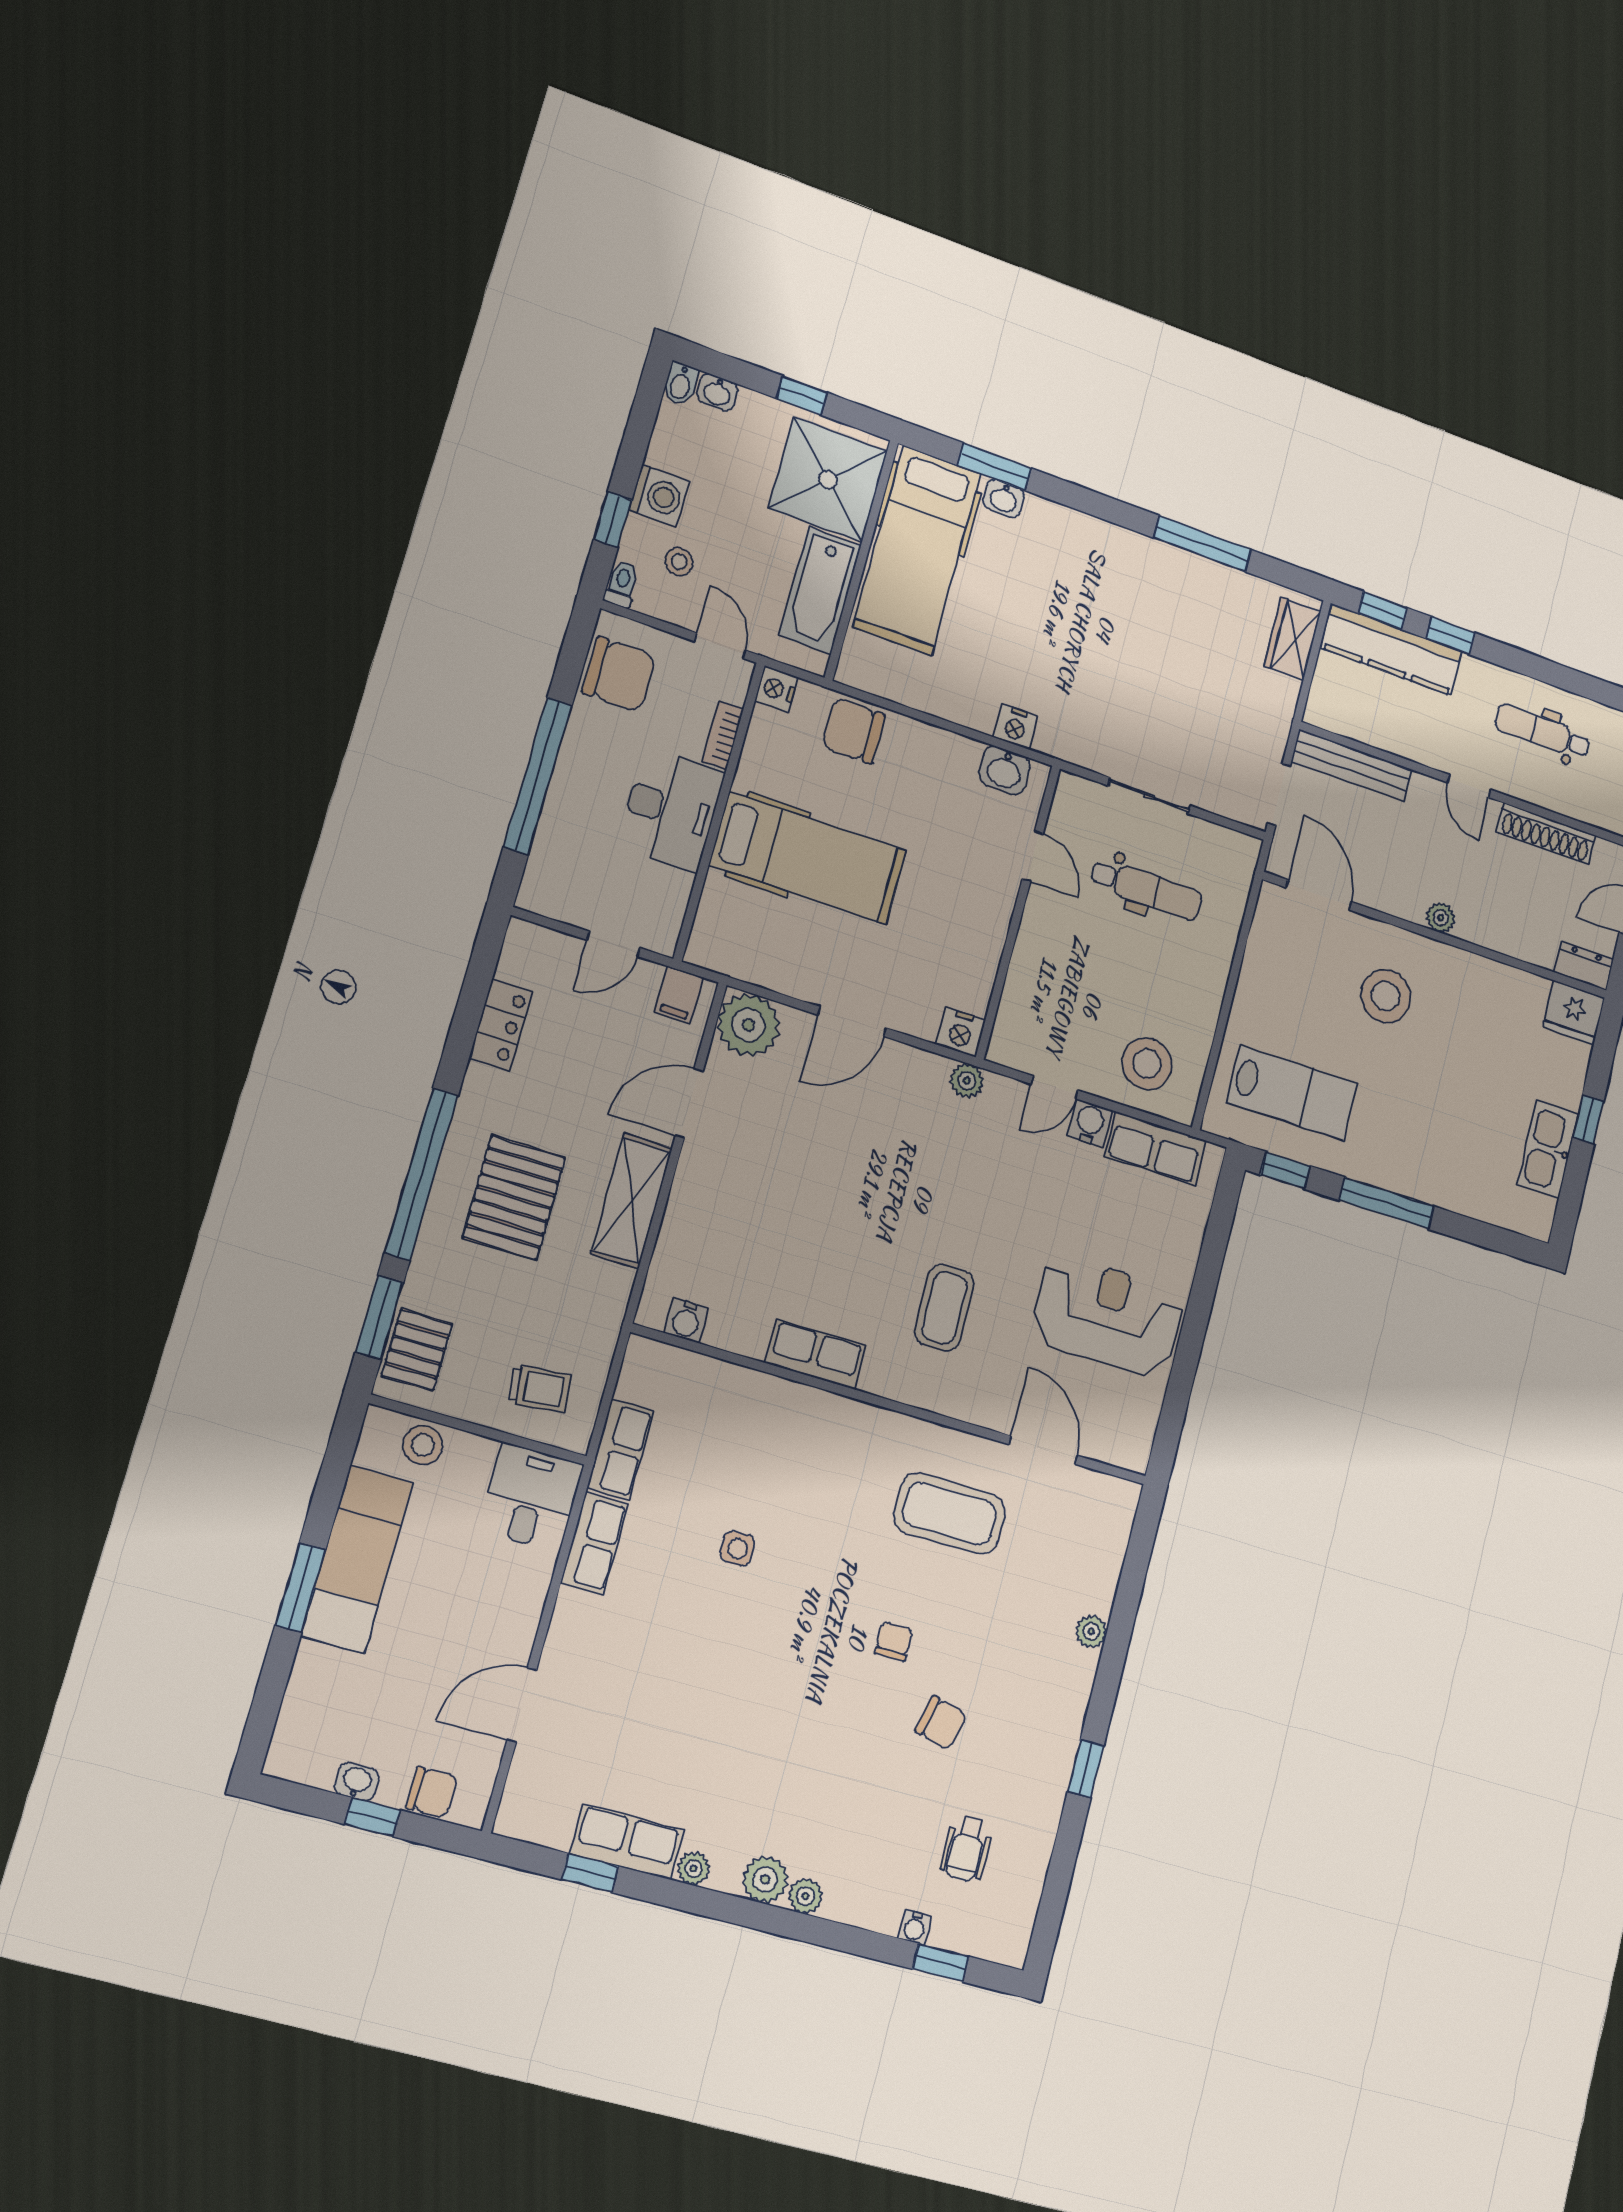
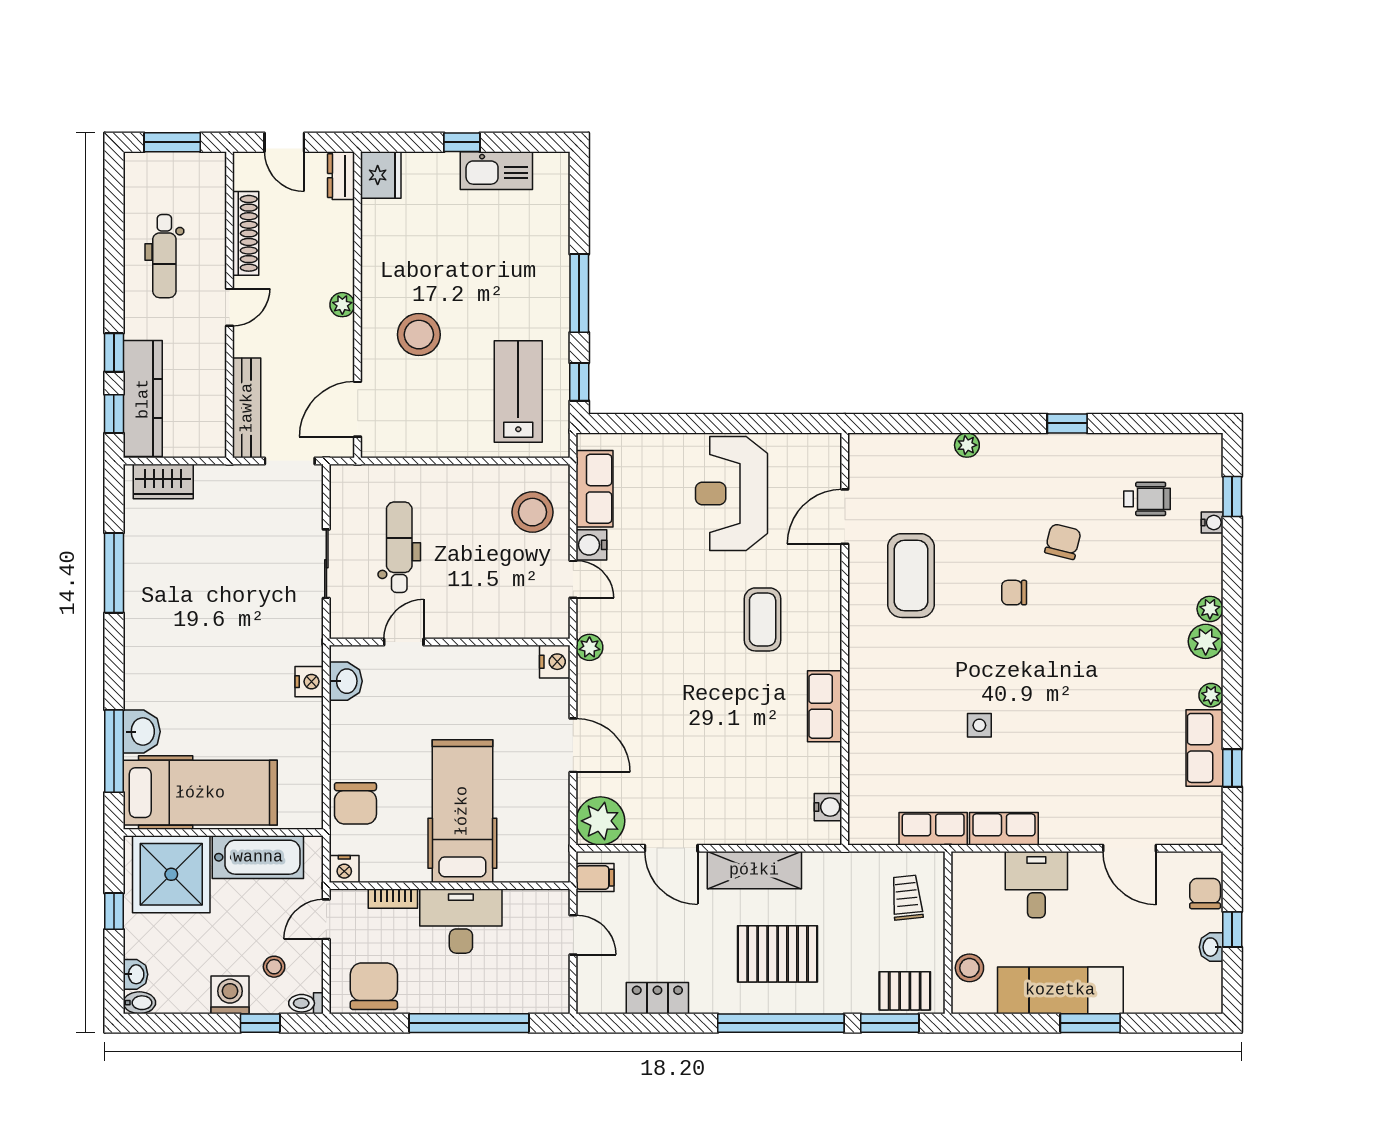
window: (995, 467) -> (114, 751), width x1.44
washbasin: (1004, 498) -> (142, 732), width x1.38, depth x1.45
coffee table: (944, 1308) -> (763, 619), turned 90
desk: (531, 1497) -> (1036, 885), moved, turned 90

